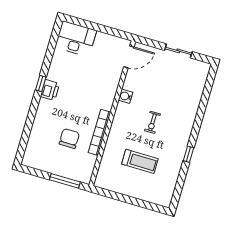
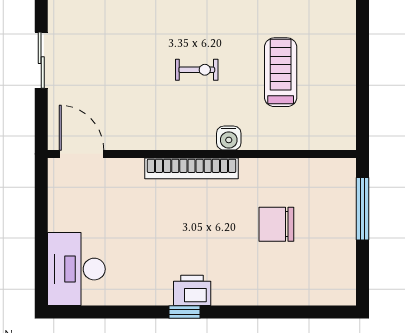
water cooler: (125, 96) -> (229, 138), moved
bookcase: (99, 132) -> (192, 168), moved

